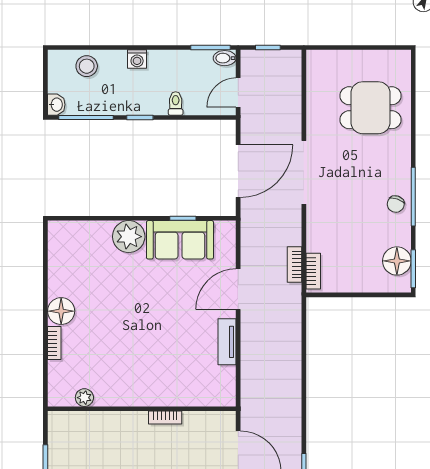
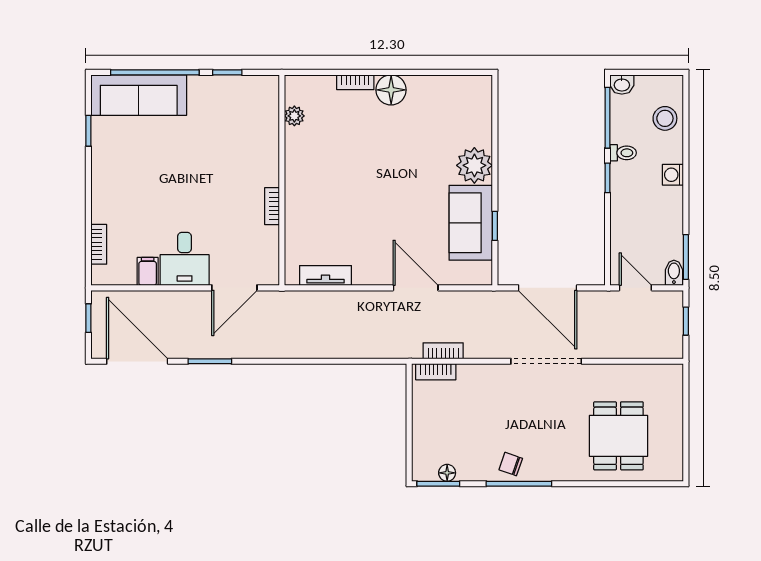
toilet: (176, 104) -> (623, 153), moved
floor lamp: (397, 261) -> (447, 473), width x0.53, depth x0.53
tv unit: (227, 342) -> (325, 275), moved

